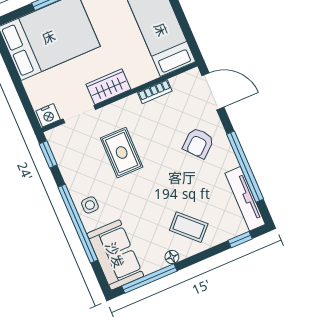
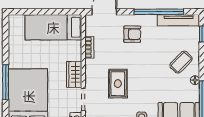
armchair: (198, 143) -> (132, 34), turned -49
rug: (122, 153) -> (118, 84), turned 90

